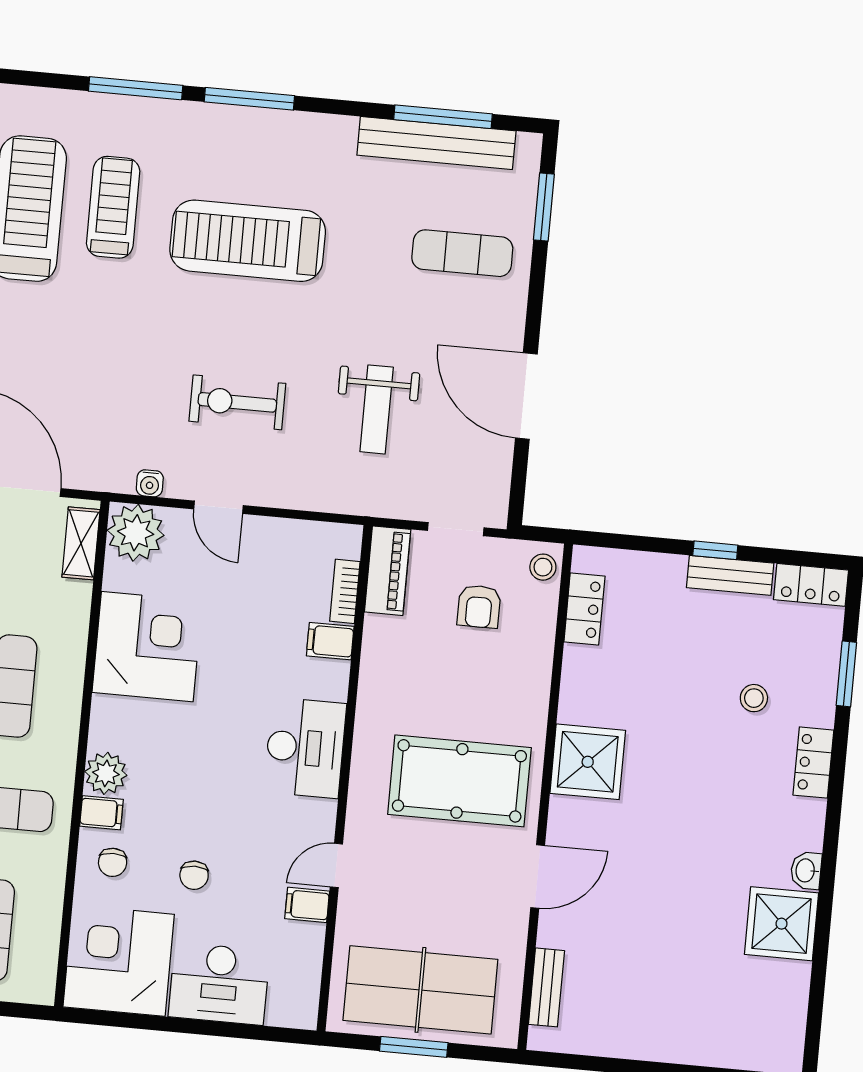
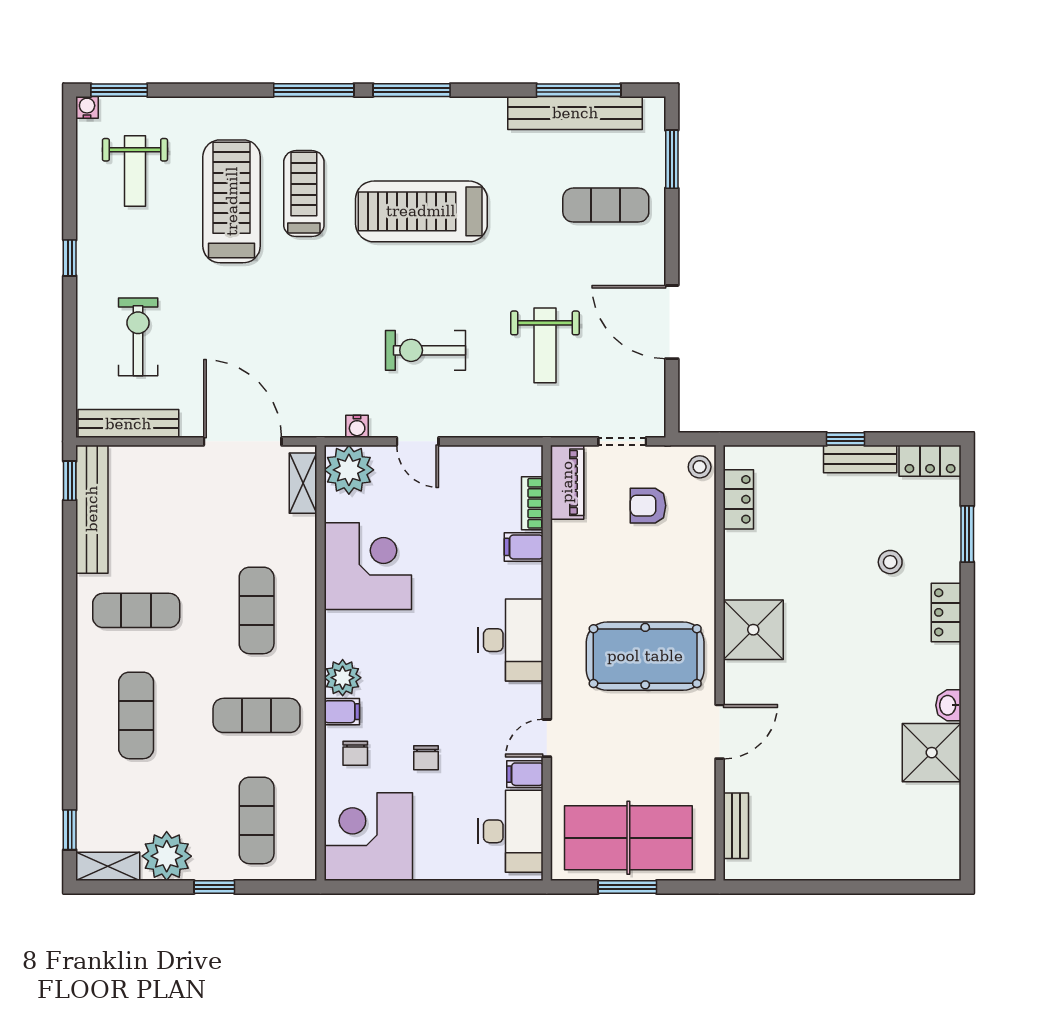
armchair: (479, 606) -> (648, 506), turned 90
desk: (219, 984) -> (511, 831), moved, turned -90

